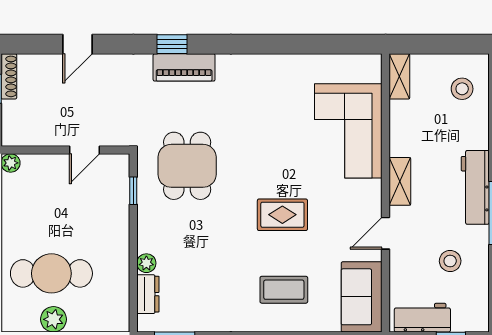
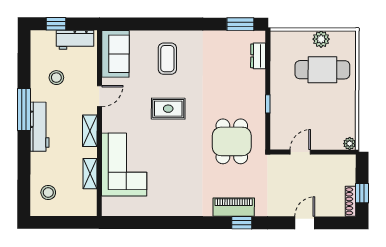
shelving: (399, 76) -> (90, 174), moved
window: (133, 191) -> (268, 104), moved
plant: (146, 263) -> (259, 76), removed
coffee table: (284, 290) -> (167, 59), turned 90

